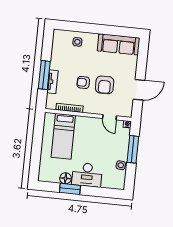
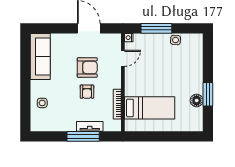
desk: (87, 175) -> (190, 77), removed

